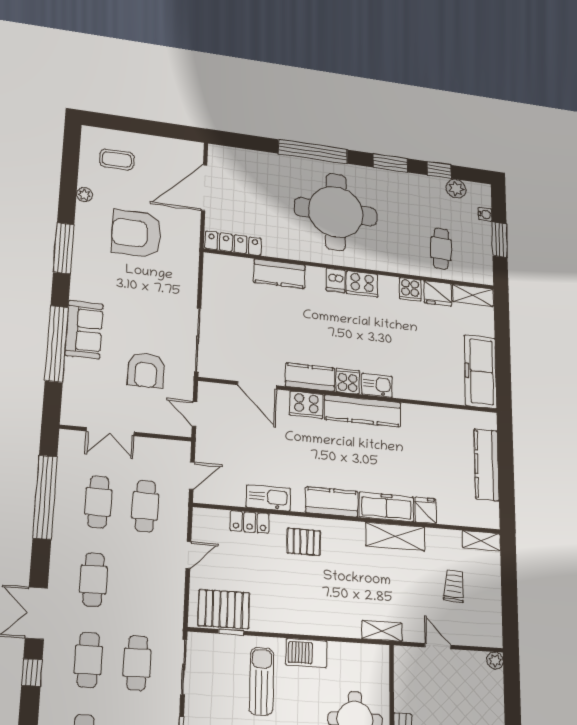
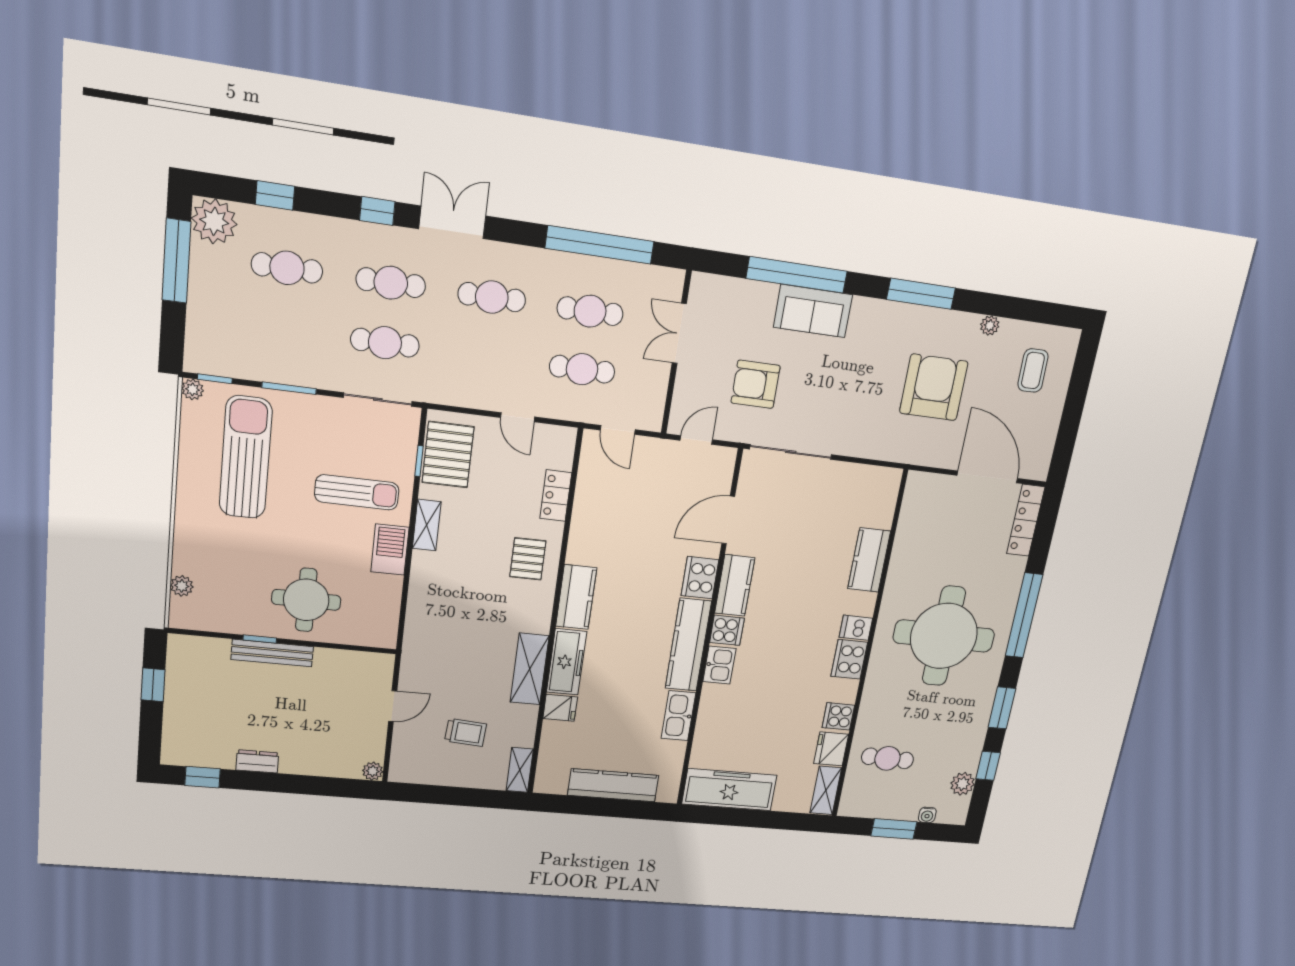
locker: (233, 243) -> (1026, 520), moved, turned 180
kitchen sink: (269, 498) -> (678, 716), moved, turned 180
shelving: (382, 631) -> (427, 525), moved

